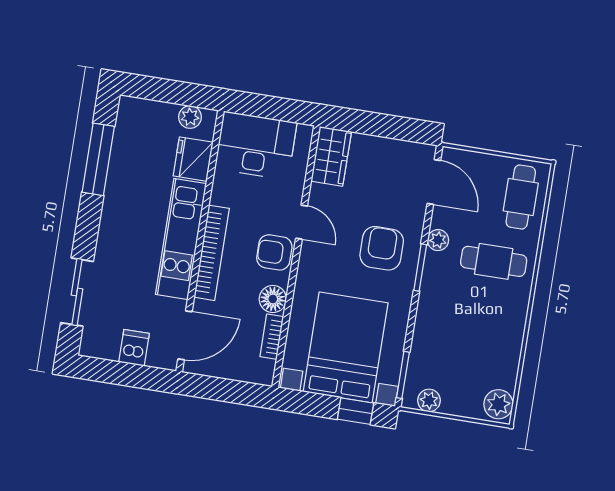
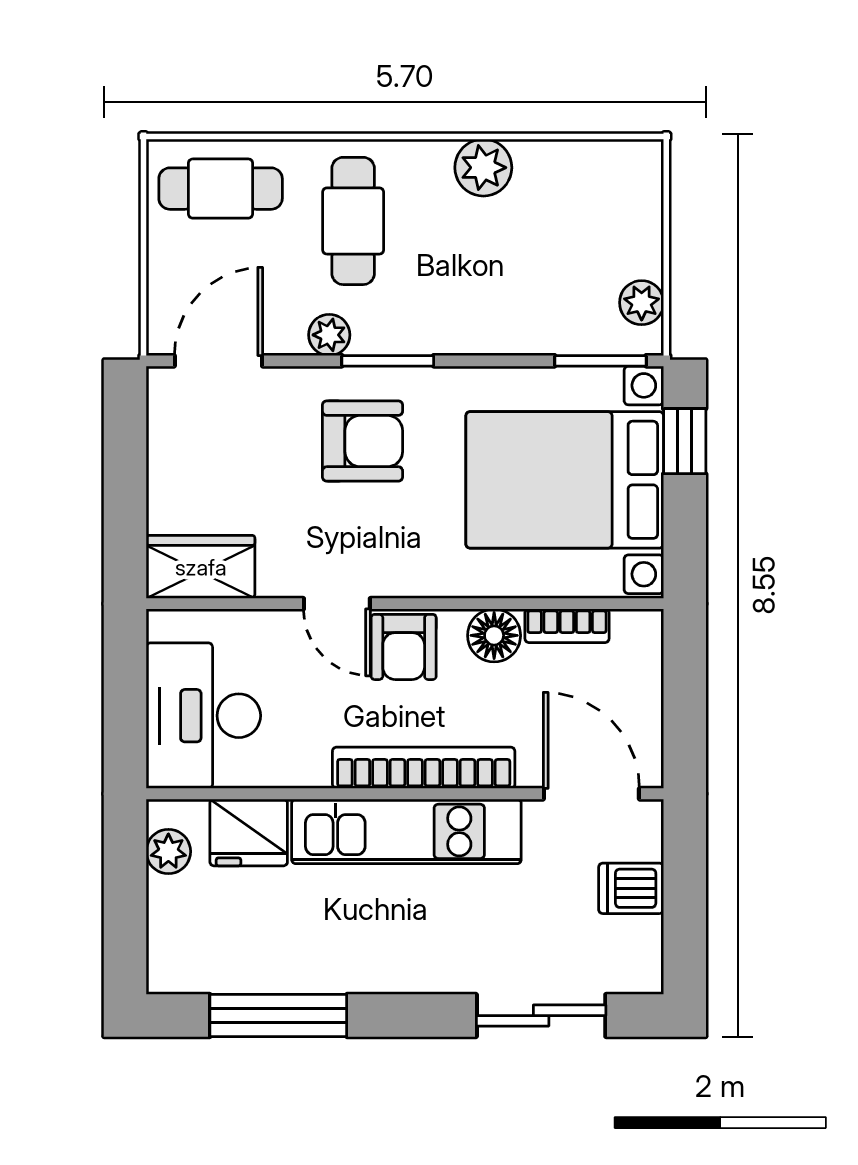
door: (302, 222) -> (337, 604), swing flipped
armchair: (382, 248) -> (362, 441), turned 180
plant: (498, 404) -> (483, 168), moved

